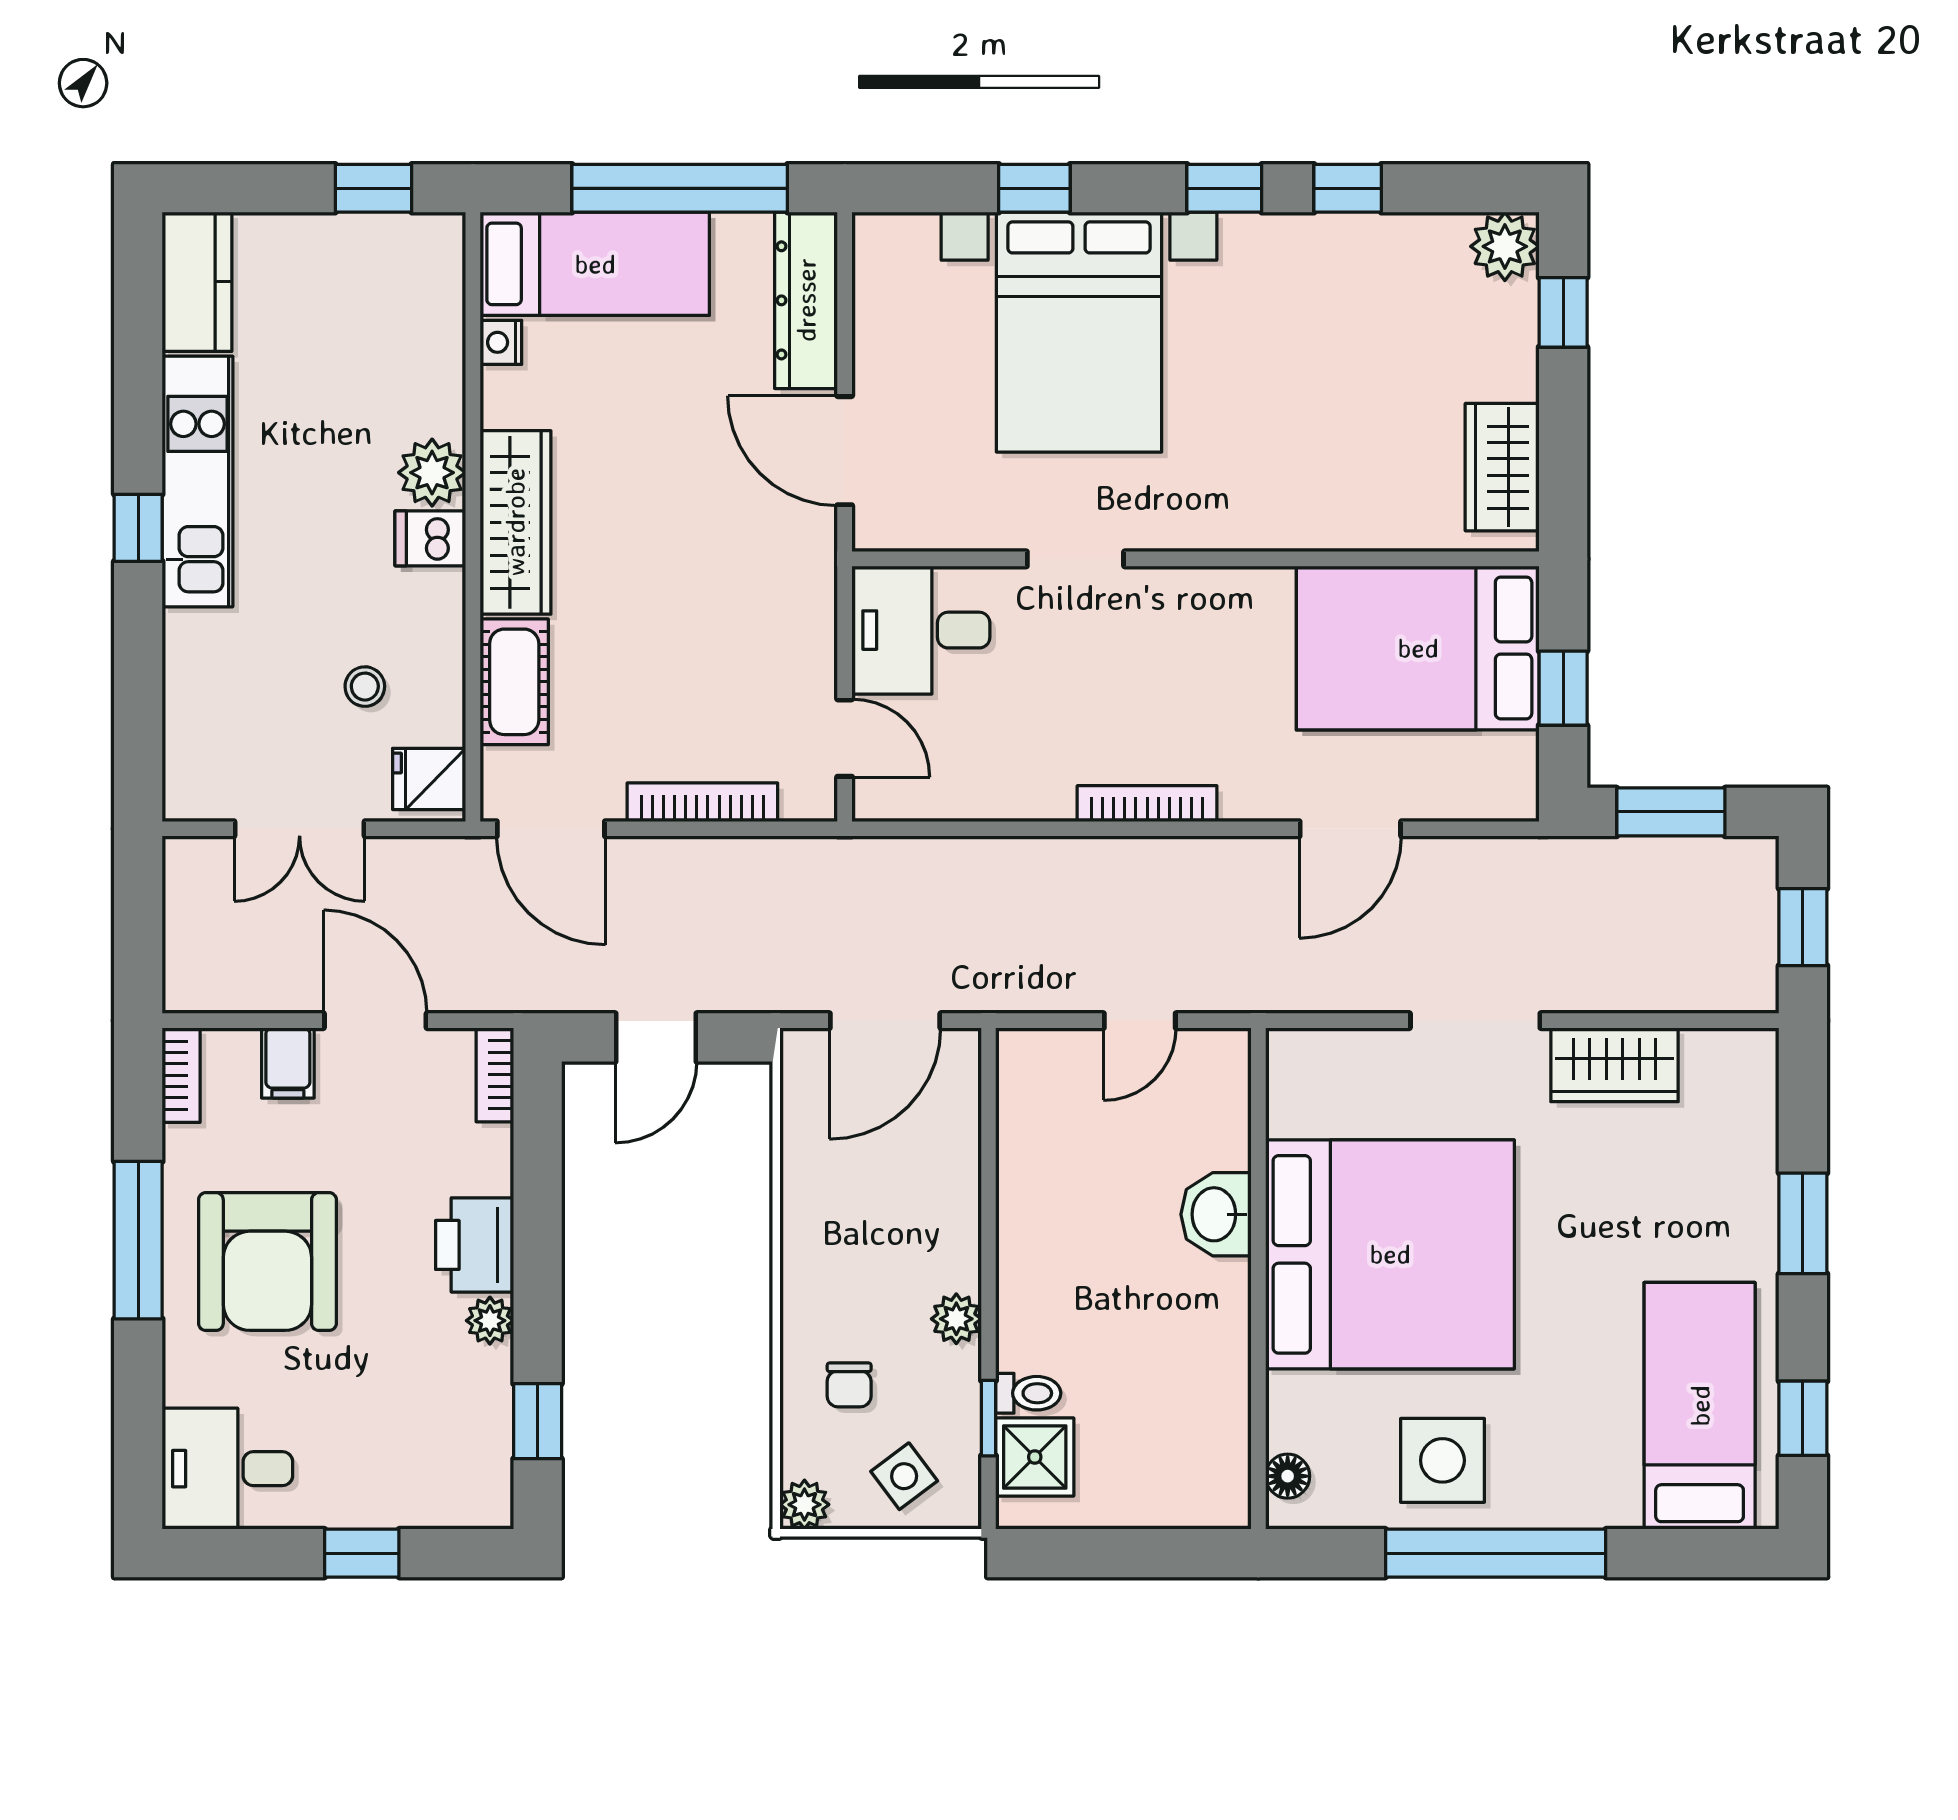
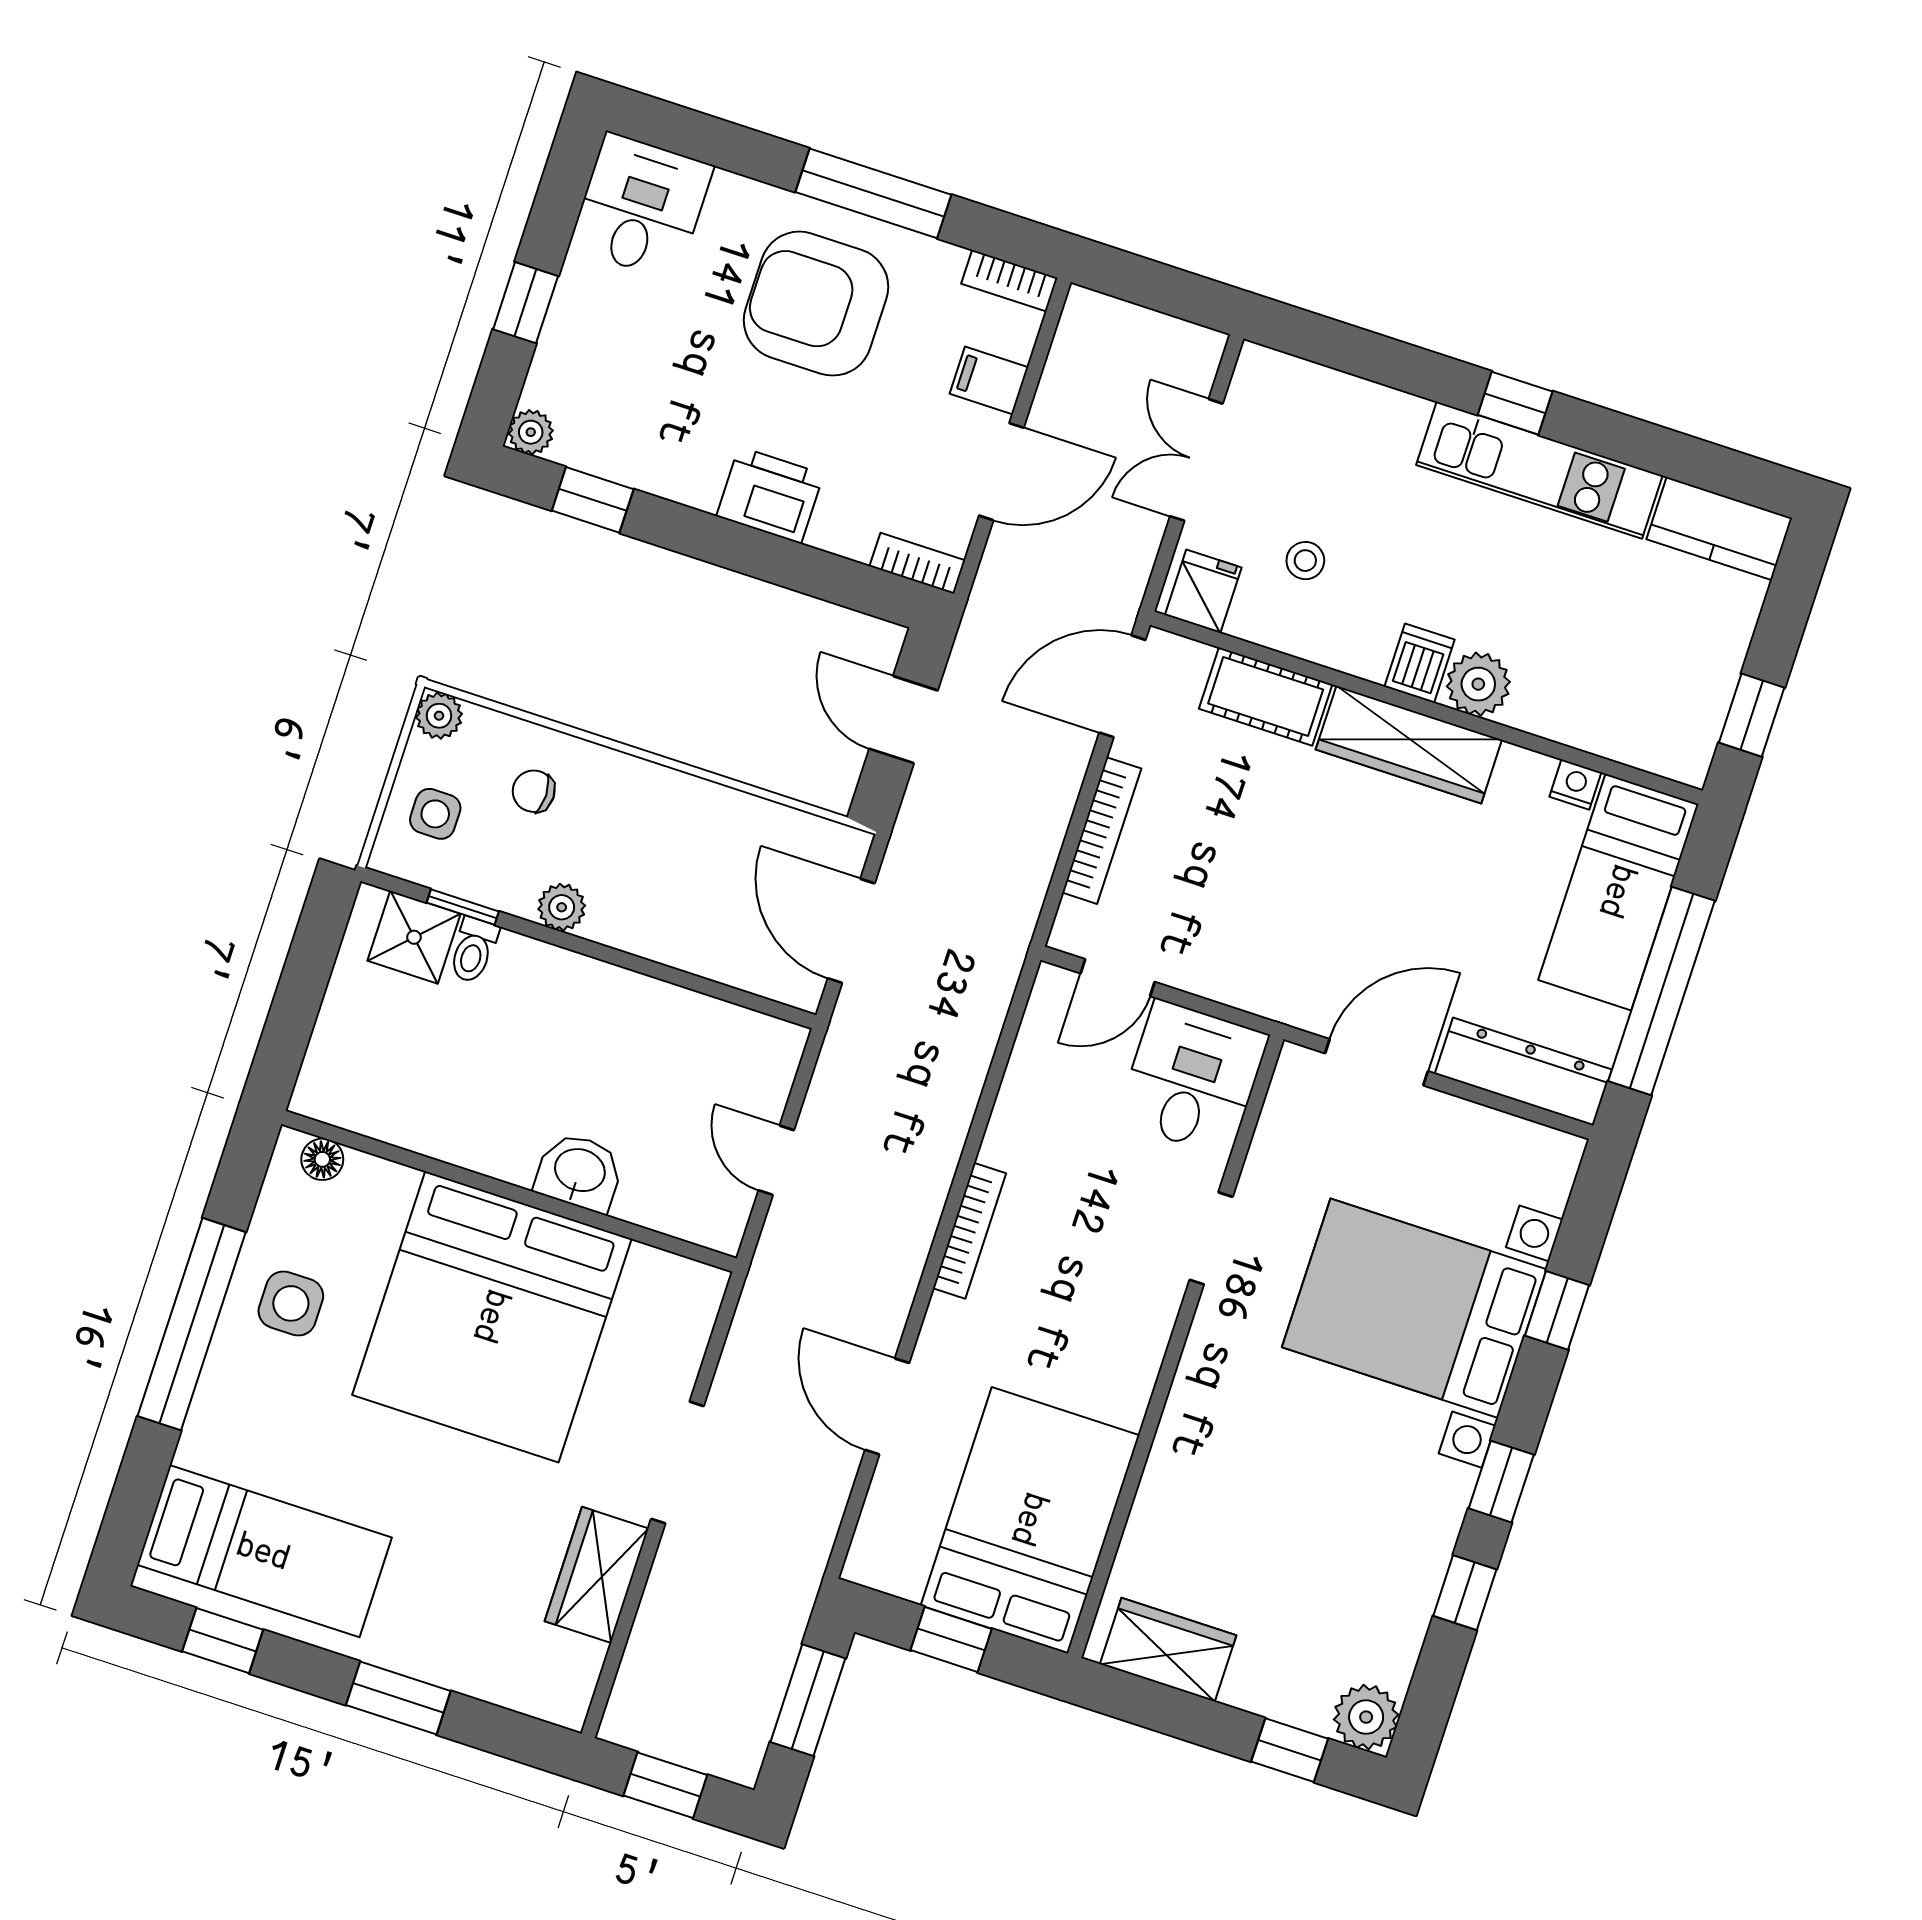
plant: (490, 1321) -> (531, 432), moved
side table: (1442, 1460) -> (291, 1303), width x0.73, depth x0.73
side table: (904, 1476) -> (435, 814), turned 37

